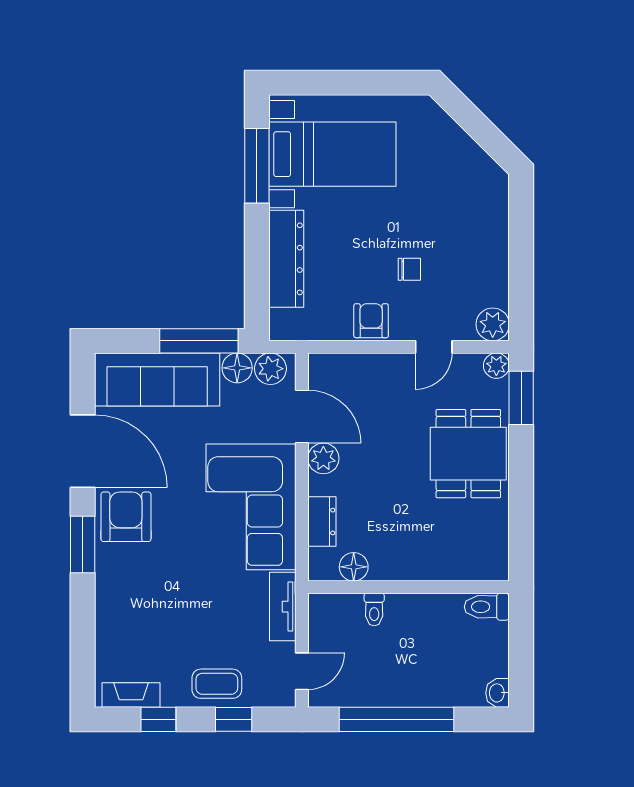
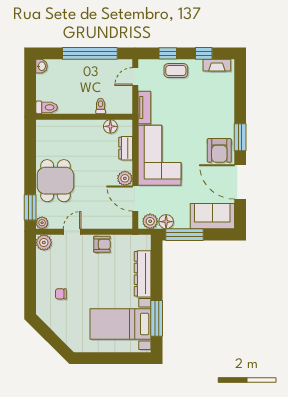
chair: (409, 269) -> (61, 294), moved
armchair: (371, 321) -> (102, 244), turned -90
sofa: (157, 379) -> (212, 216), width x0.73

